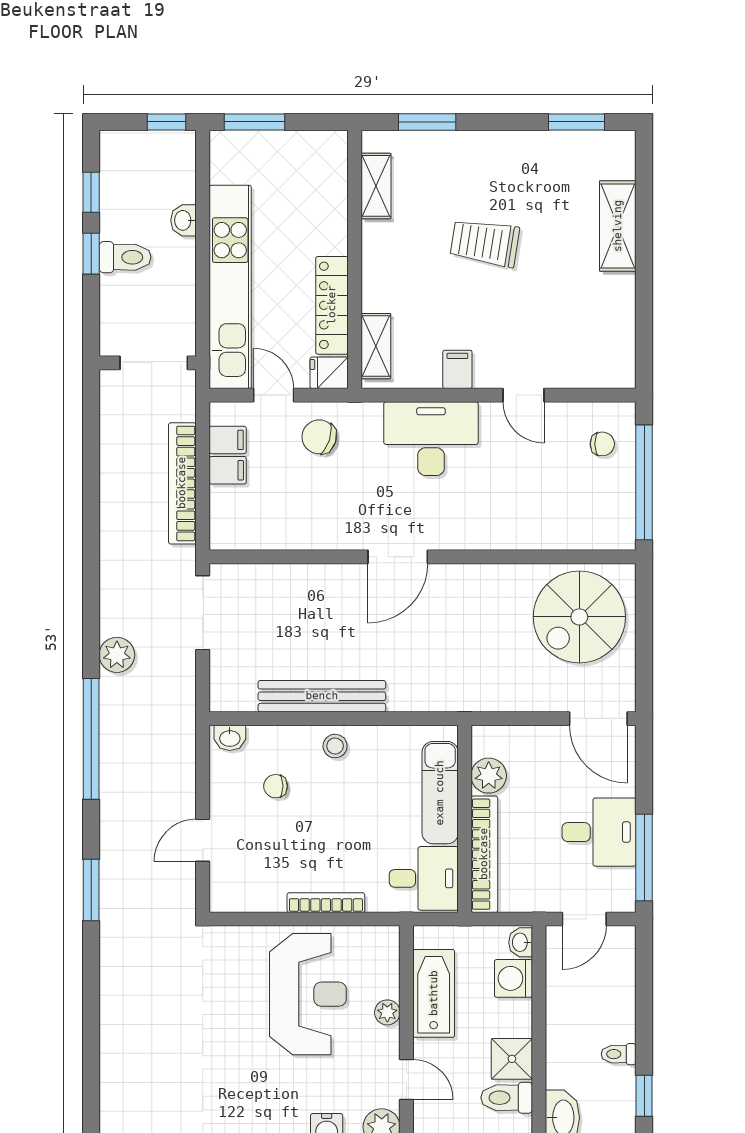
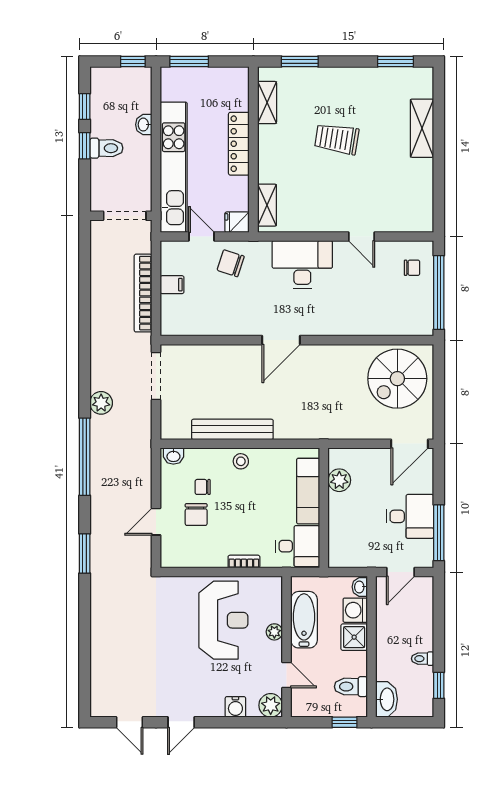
locker: (332, 305) -> (239, 144), moved
filing cabinet: (457, 369) -> (319, 220), removed
filing cabinet: (228, 440) -> (172, 265), removed
door: (598, 719) -> (409, 444), hinge flipped
chair: (265, 829) -> (196, 515), added
bookcase: (484, 854) -> (336, 531), removed
bookcase: (326, 903) -> (244, 562), width x0.64
shower: (512, 1059) -> (354, 637), moved

